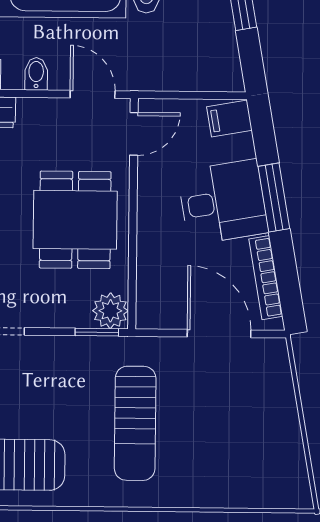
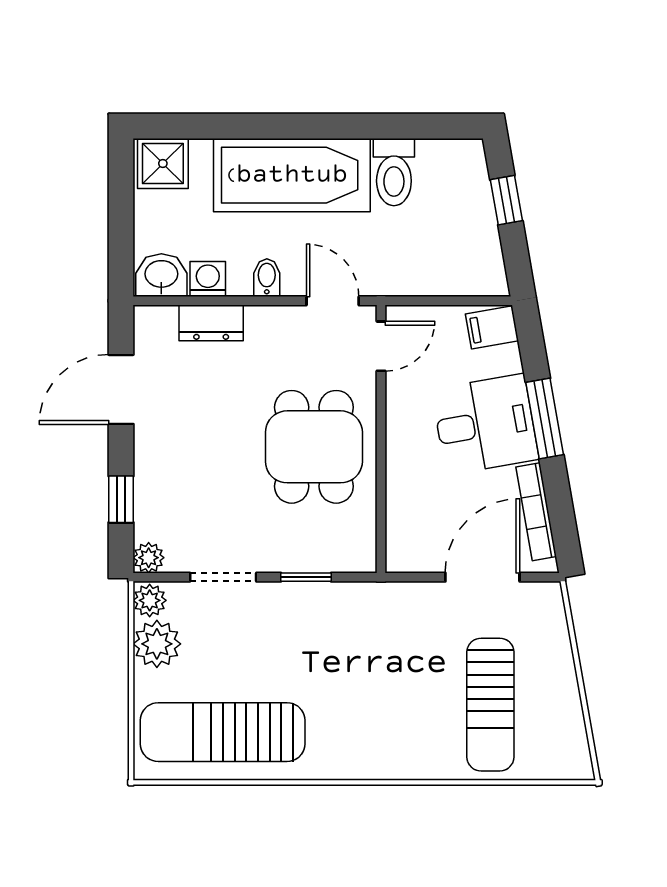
plant: (110, 311) -> (356, 552), removed
window: (97, 332) -> (306, 577), moved
door: (219, 333) -> (482, 577), hinge flipped
sun lounger: (135, 423) -> (490, 705), moved

